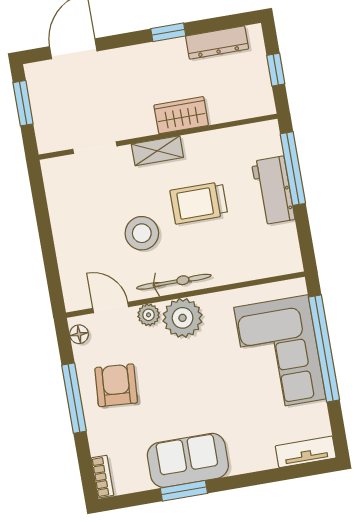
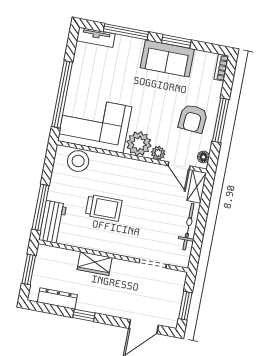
window: (276, 70) -> (29, 269), width x1.50
shelving: (157, 151) -> (197, 187), moved, turned 90
workbench: (273, 190) -> (53, 222), moved
stool: (142, 233) -> (78, 161), moved
bicycle: (174, 282) -> (188, 227), moved, turned 90
corner sofa: (280, 353) -> (95, 124), moved, turned -90
window: (264, 477) -> (126, 32), added

